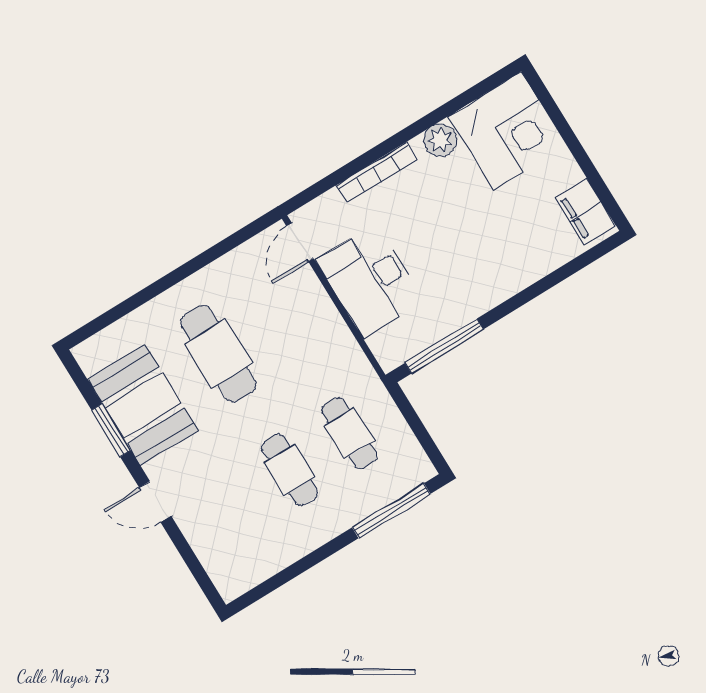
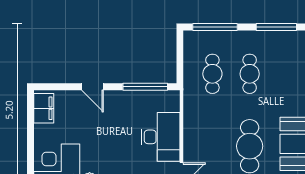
door: (529, 294) -> (92, 87), added
window: (293, 571) -> (276, 27), added

